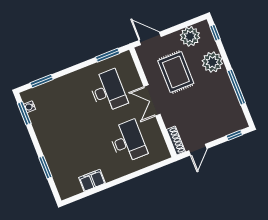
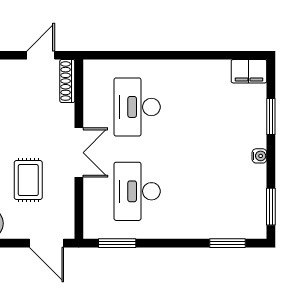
rug: (176, 72) -> (28, 180), width x0.73, depth x0.70
water cooler: (30, 107) -> (259, 156), moved
filing cabinet: (92, 180) -> (249, 71), moved

